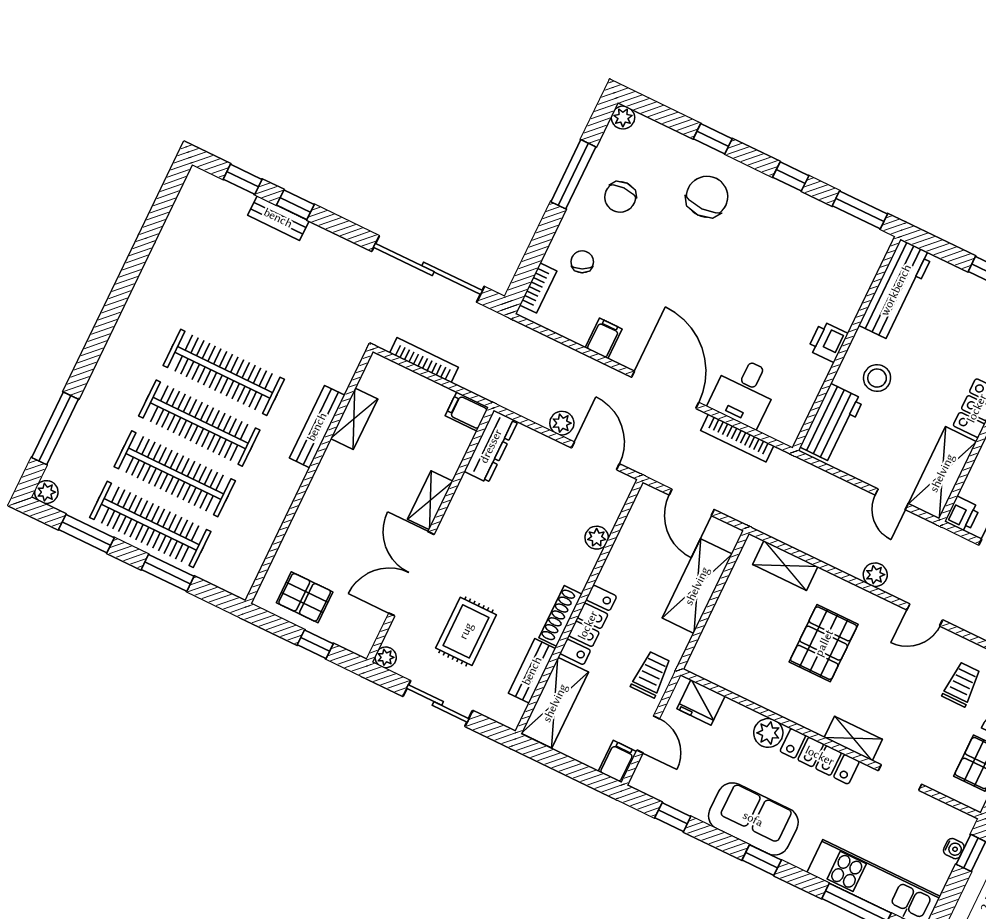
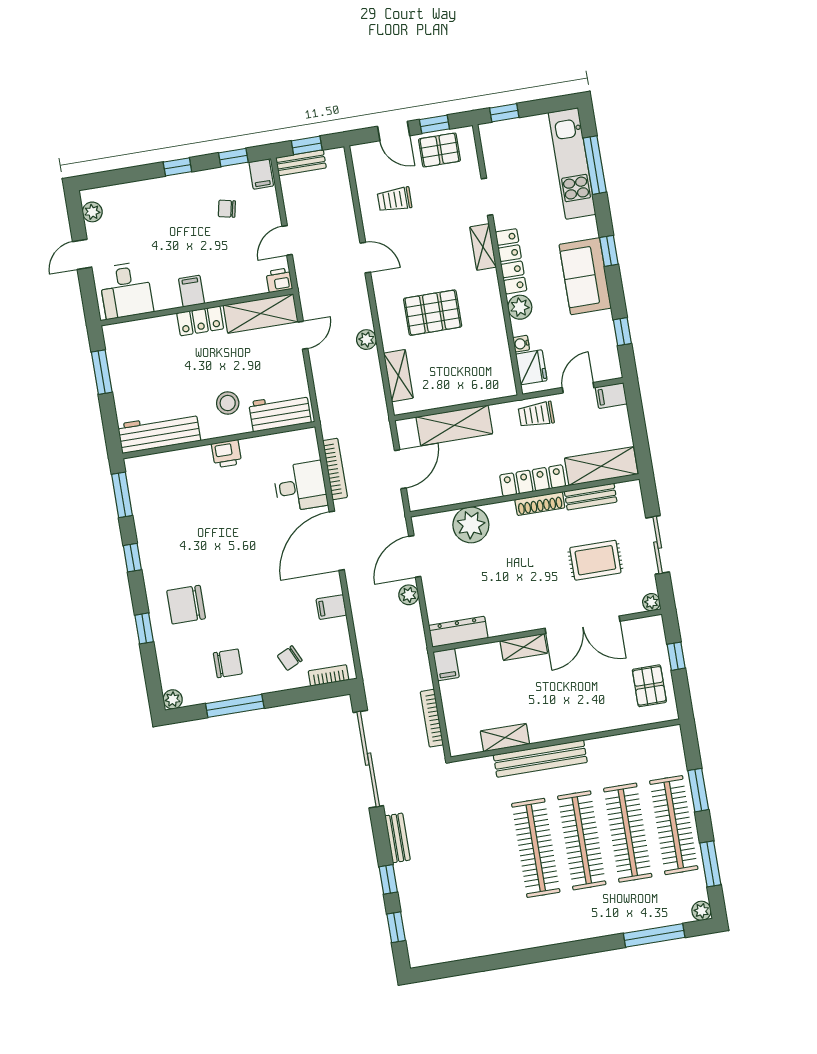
bench: (278, 218) -> (398, 838), moved
bench: (317, 427) -> (540, 759), width x1.37, depth x1.21
plant: (597, 538) -> (471, 525), width x1.88, depth x1.88
plant: (875, 575) -> (366, 340), moved
water cooler: (954, 849) -> (521, 344), moved, turned -90

